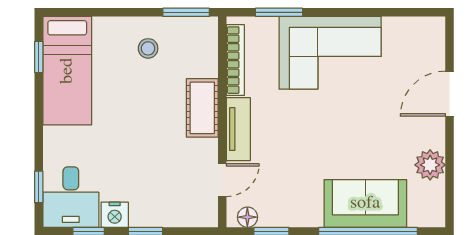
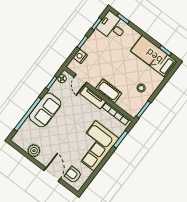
armchair: (419, 52) -> (73, 175), added
sofa: (365, 203) -> (45, 110), moved
nightstand: (115, 215) -> (80, 56), moved

